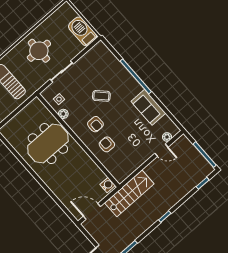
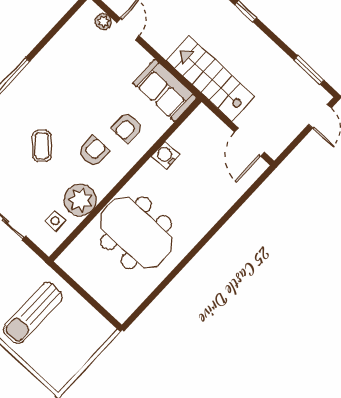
sofa: (148, 107) -> (165, 90), moved, turned 90
plant: (63, 114) -> (80, 200), width x1.88, depth x1.88
water cooler: (108, 185) -> (166, 155), moved

